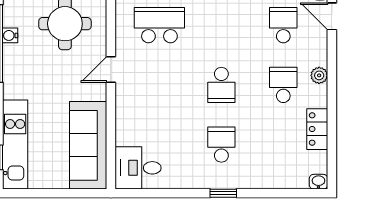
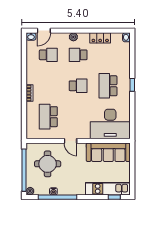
school desk: (283, 25) -> (48, 55), turned 180
school desk: (221, 145) -> (108, 86), width x1.85
desk: (138, 168) -> (110, 124), width x1.87, depth x1.30

